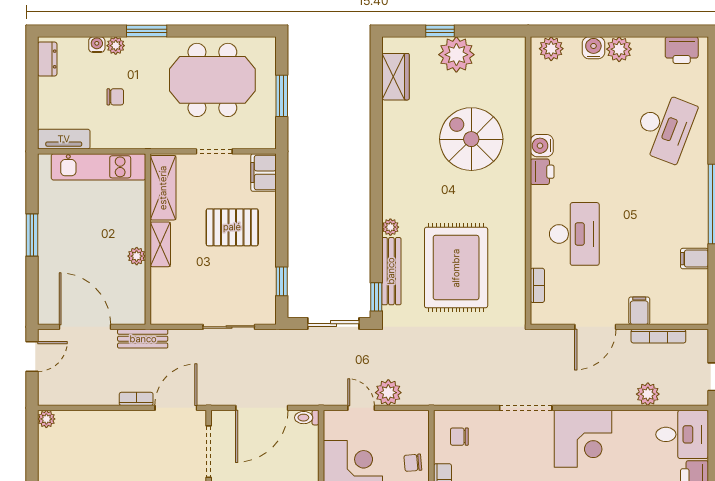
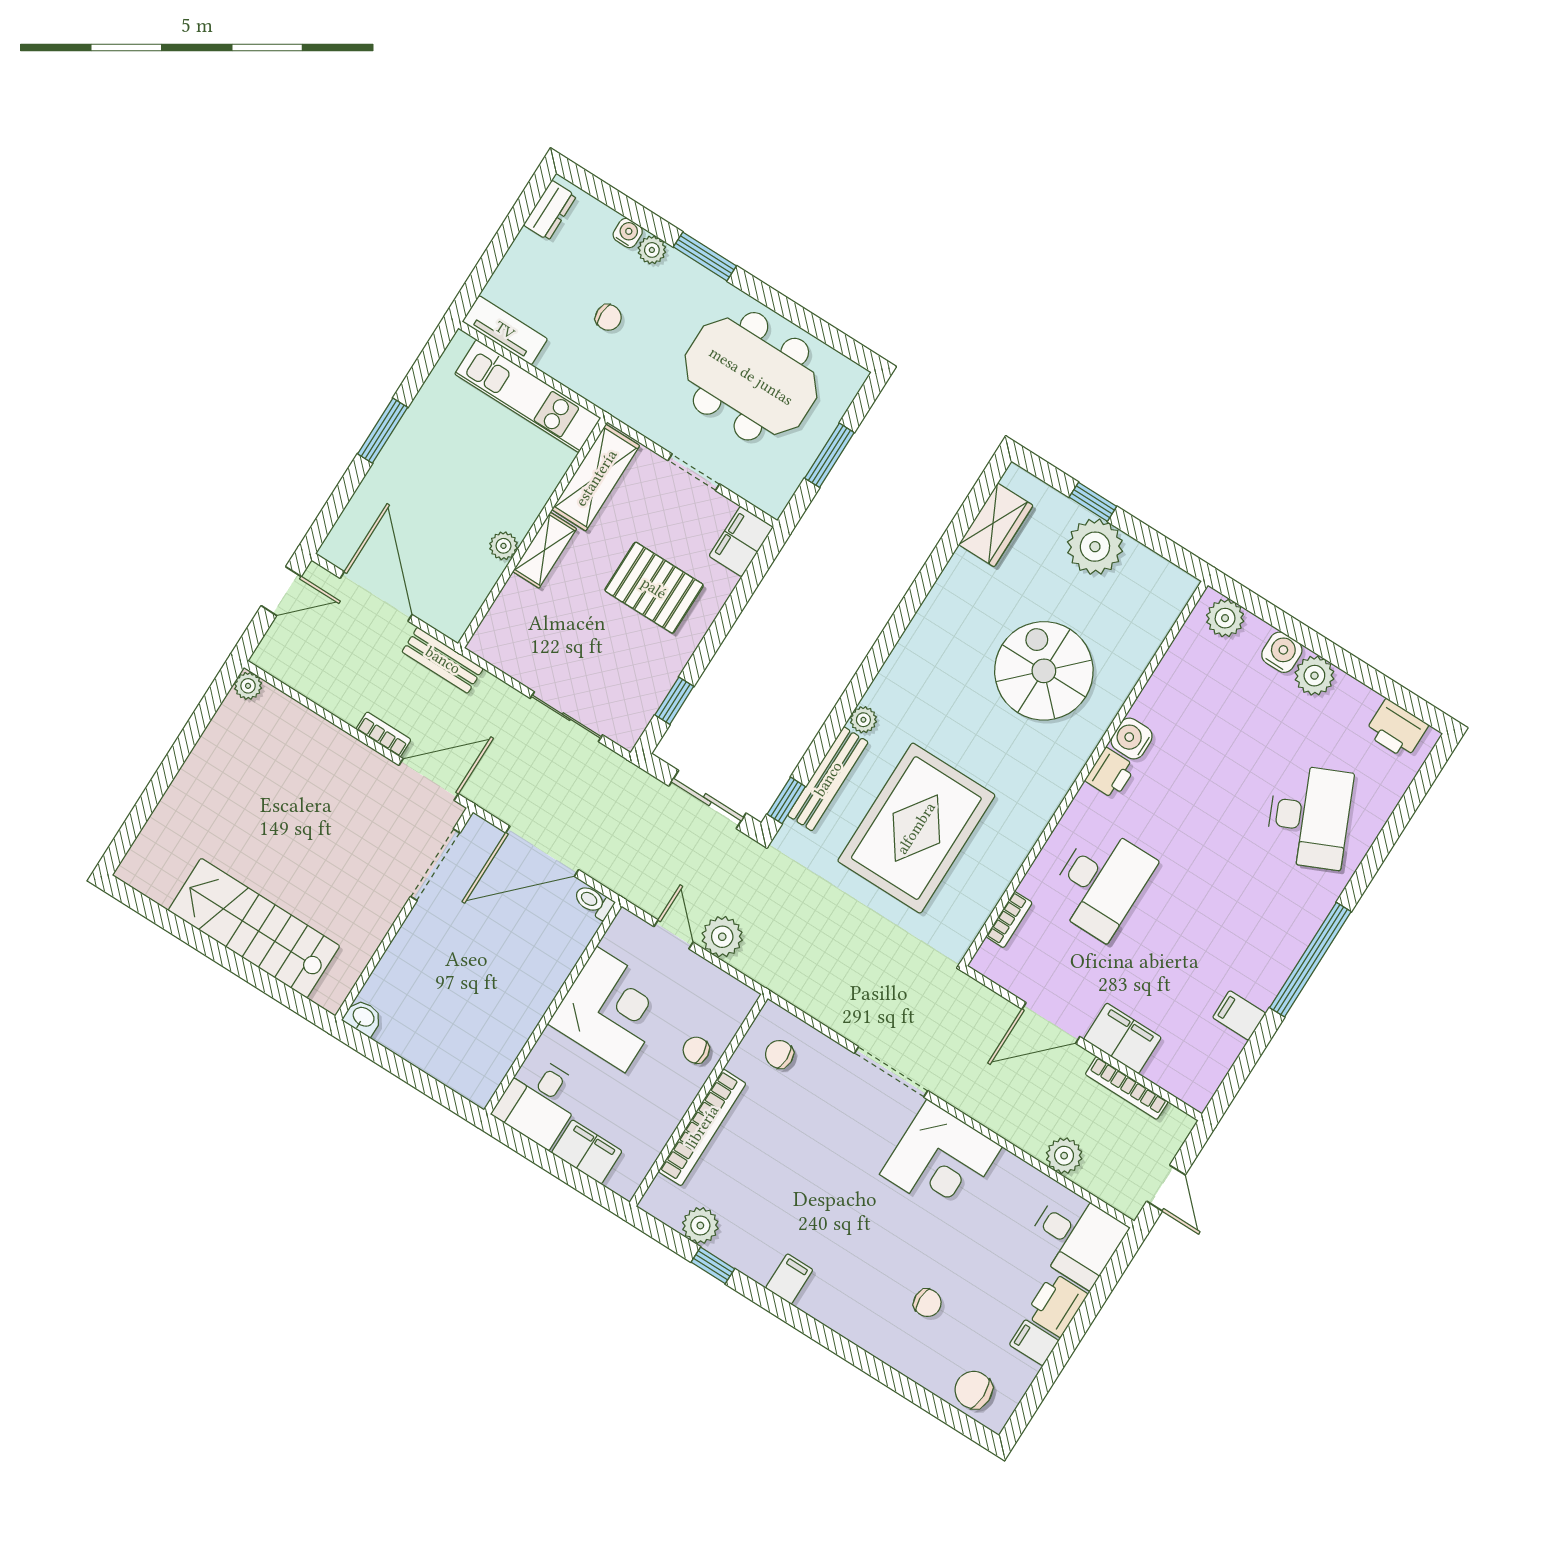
desk: (664, 127) -> (1309, 817), turned -45
filing cabinet: (639, 311) -> (1122, 1038), width x2.00

